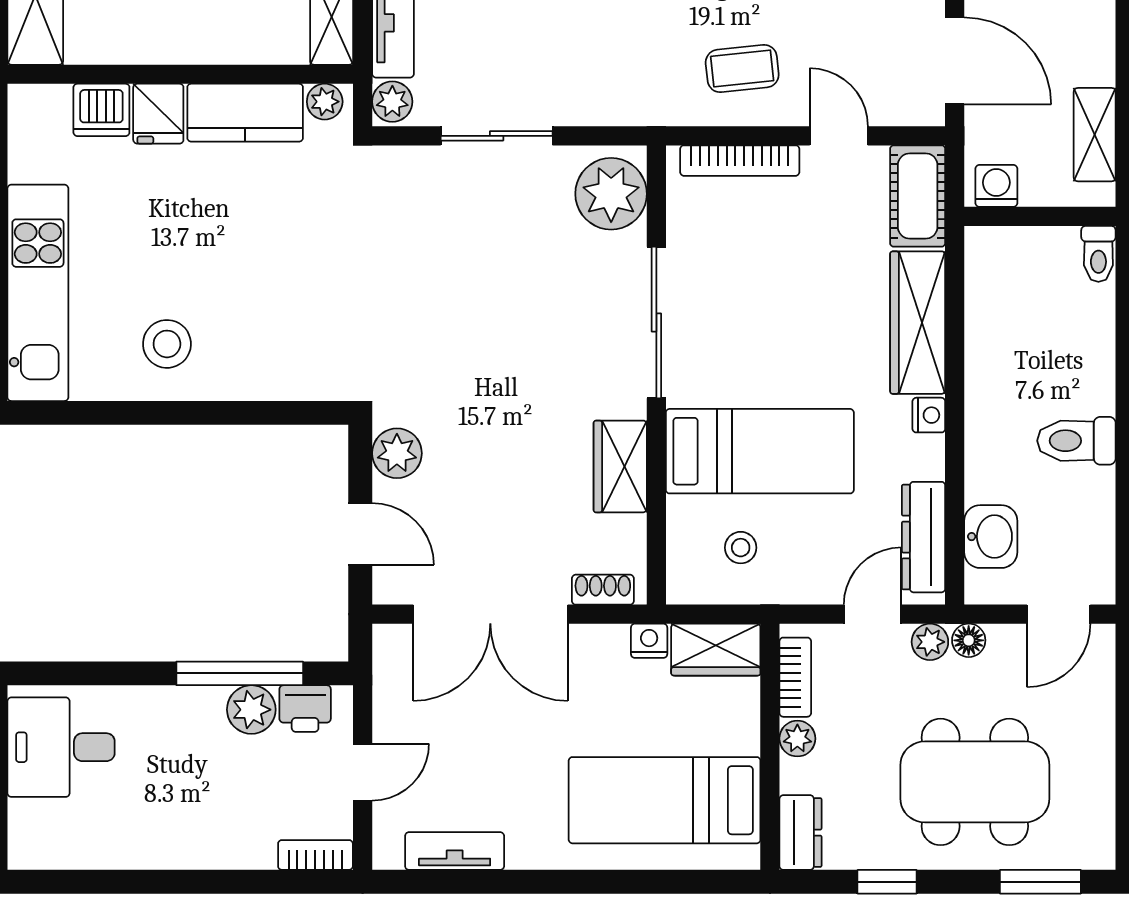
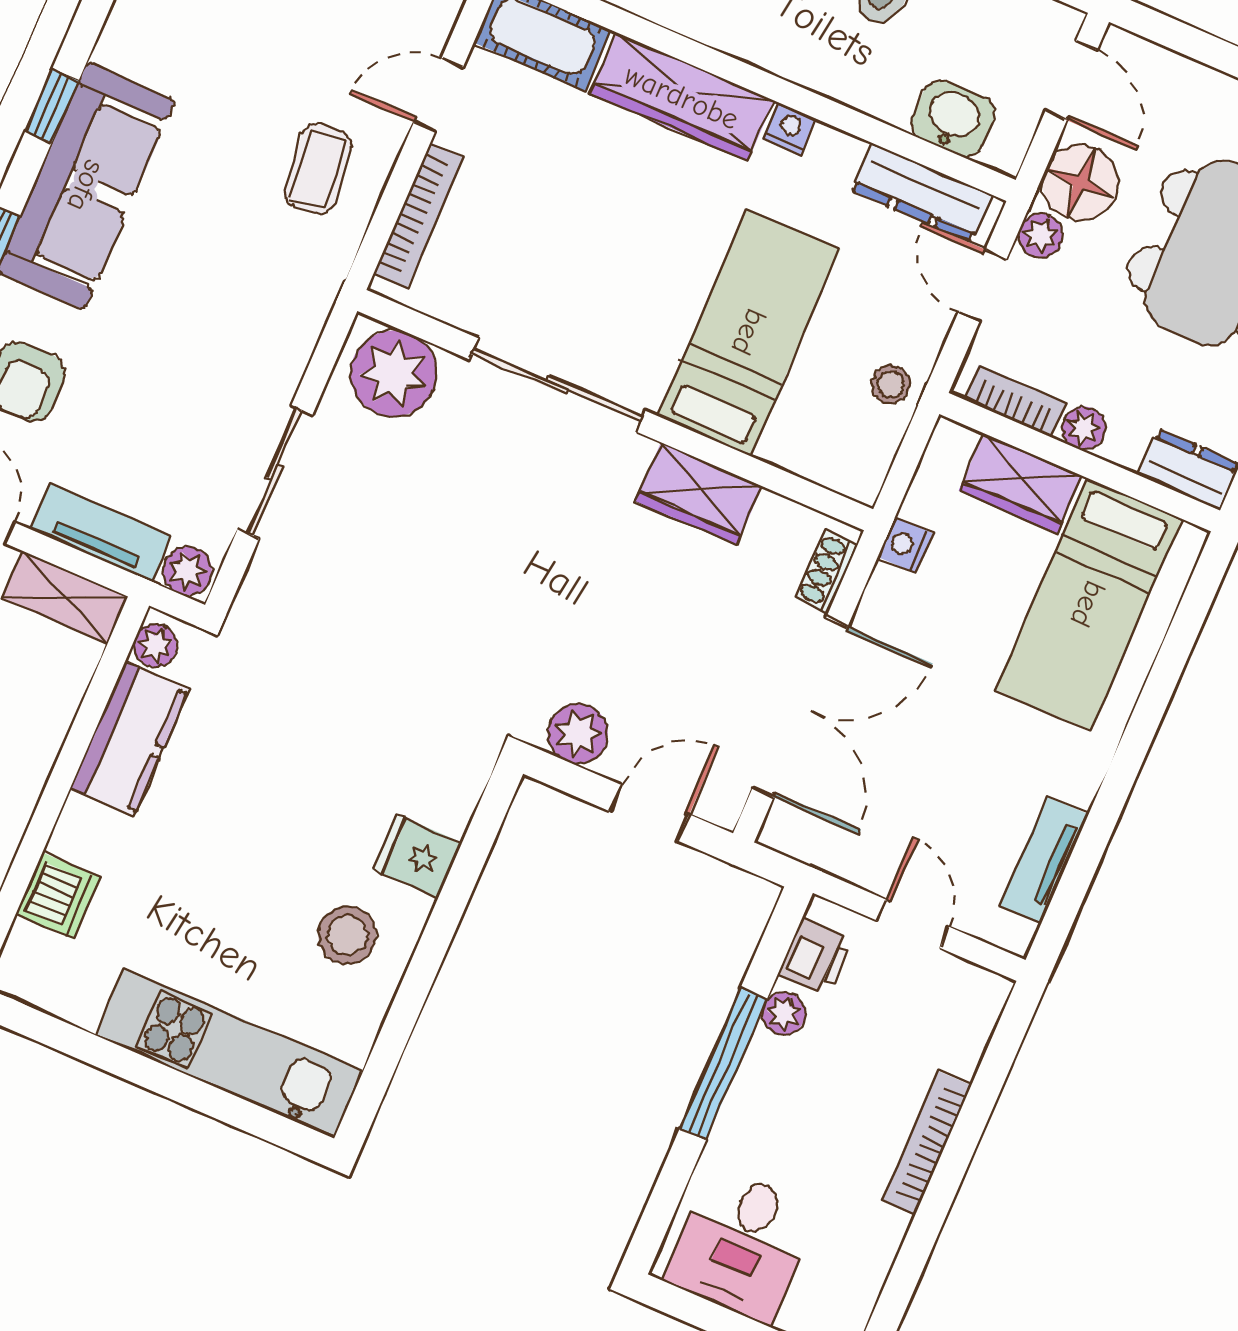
fridge: (158, 114) -> (417, 856), moved, turned 180
stool: (741, 548) -> (891, 384), moved
floor lamp: (969, 640) -> (1081, 183), width x1.89, depth x1.89
wardrobe: (716, 650) -> (1021, 483), moved, turned 90
window: (240, 673) -> (723, 1064), moved
plant: (251, 710) -> (784, 1014), width x0.73, depth x0.73
bookcase: (315, 855) -> (927, 1143), moved, width x1.56

